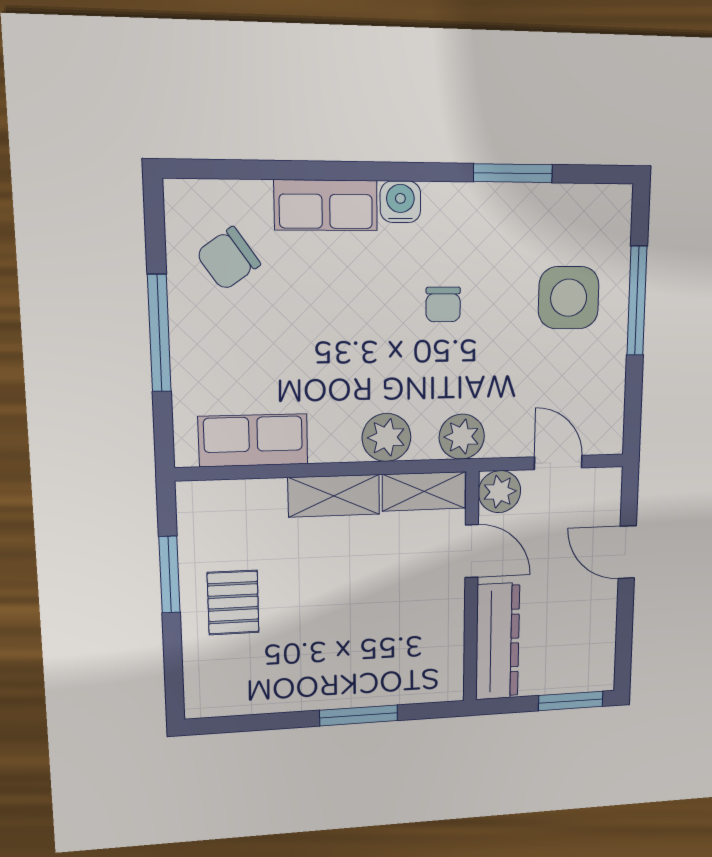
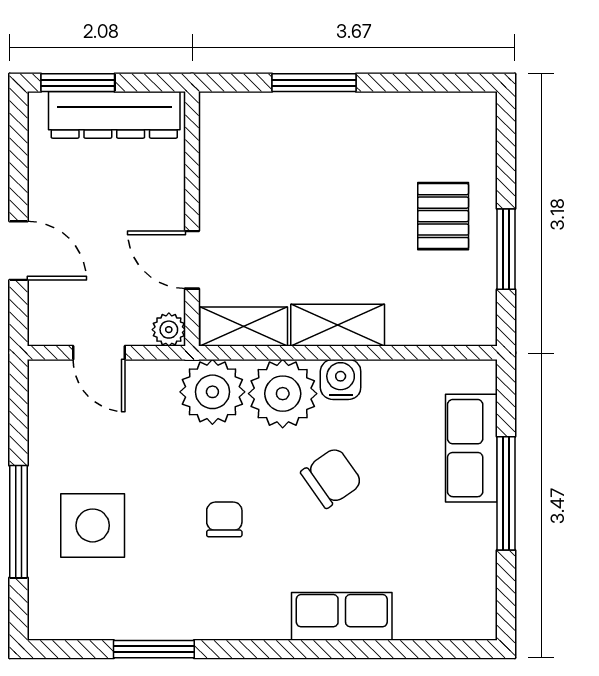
water cooler: (400, 202) -> (341, 379), moved, turned 180
chair: (228, 259) -> (332, 478), moved
plant: (387, 437) -> (283, 394), width x1.36, depth x1.36
plant: (462, 437) -> (212, 392), width x1.36, depth x1.36
row of seats: (253, 440) -> (471, 448), moved, turned 90
plant: (499, 492) -> (169, 330), width x0.73, depth x0.73
dresser: (498, 642) -> (114, 115), moved, turned -90

